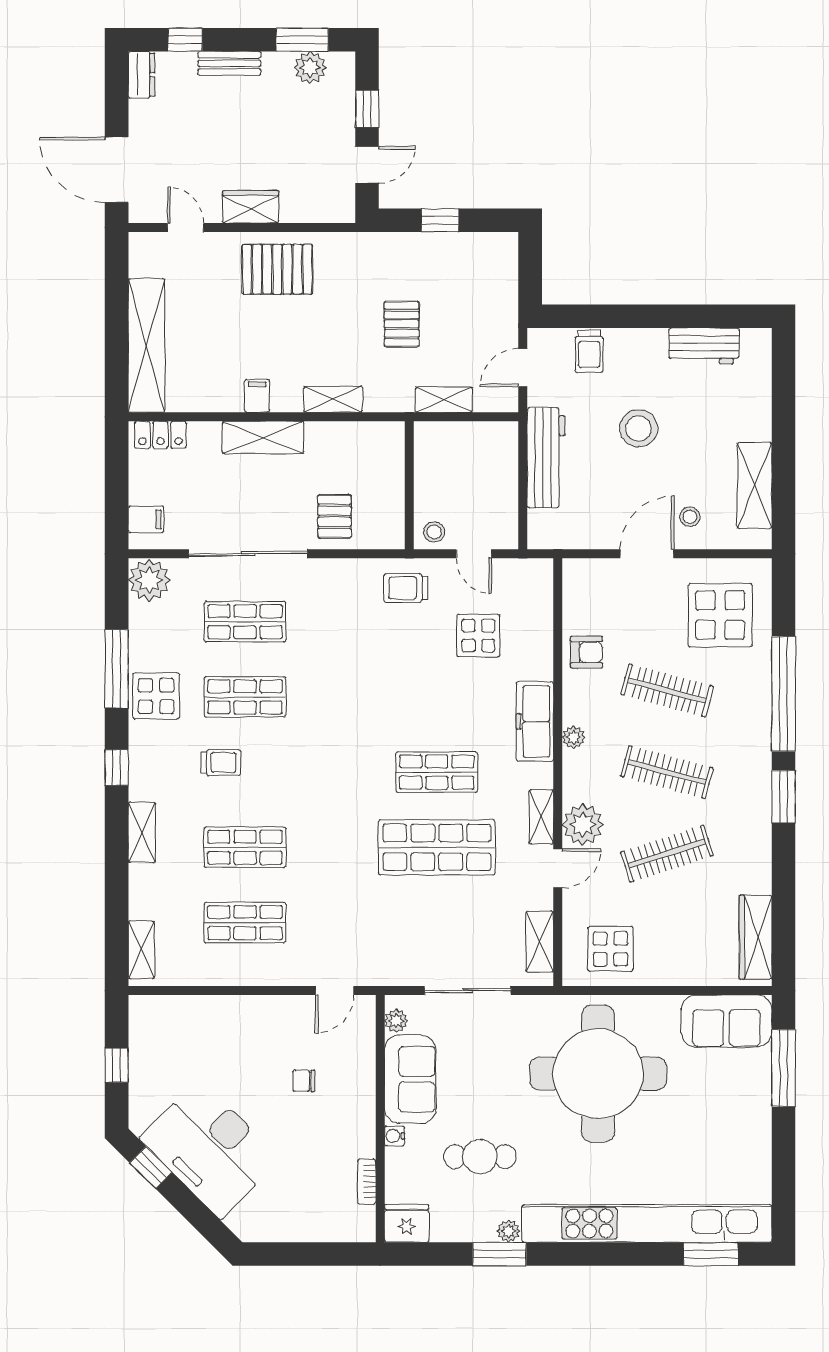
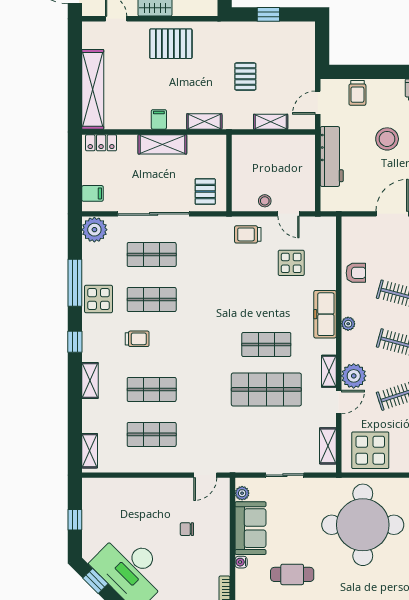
wall: (409, 485) -> (229, 173), moved
display table: (610, 949) -> (370, 450), width x1.36, depth x1.36
sliding door: (468, 991) -> (285, 475), width x0.73

